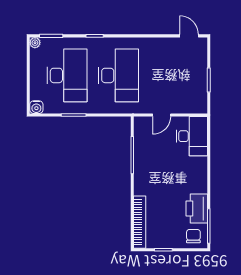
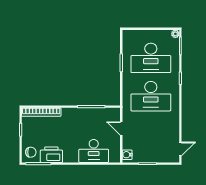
water cooler: (36, 107) -> (127, 155), moved
desk: (192, 136) -> (94, 151), moved

